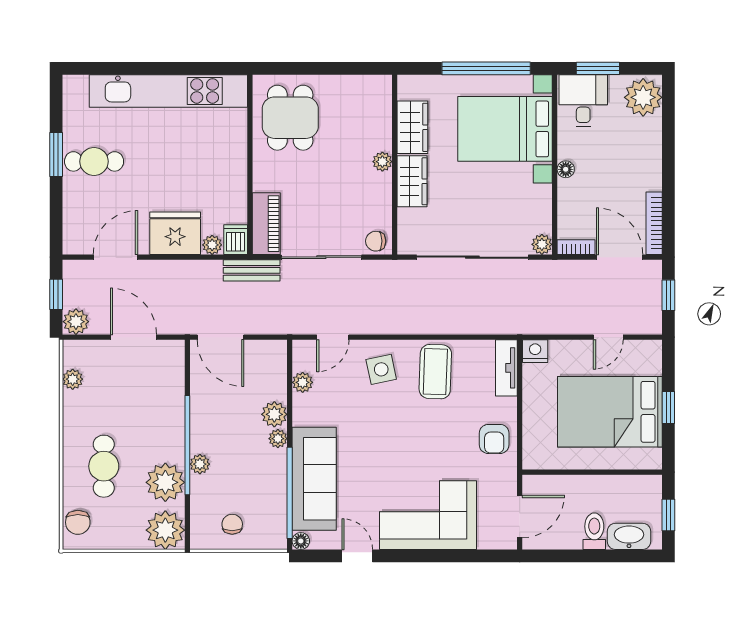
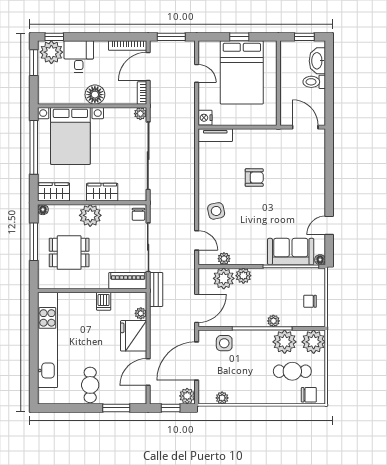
window: (331, 68) -> (34, 242), added
window: (598, 68) -> (34, 63), moved
floor lamp: (384, 83) -> (43, 210), added
desk: (583, 101) -> (79, 56), moved, turned 90
window: (668, 102) -> (54, 37), added
dining table: (290, 118) -> (69, 253), moved
wardrobe: (412, 127) -> (54, 192), moved
window: (56, 155) -> (116, 408), moved
plant: (382, 162) -> (90, 215), width x1.88, depth x1.88
floor lamp: (566, 169) -> (95, 95), width x1.89, depth x1.89
dishwasher: (236, 240) -> (104, 301), moved, turned -90
door: (115, 257) -> (148, 372), hinge flipped
window: (668, 295) -> (171, 37), width x1.50
door: (133, 337) -> (197, 361), width x1.36
coffee table: (435, 372) -> (218, 178), removed
side table: (163, 383) -> (224, 343), added
plant: (278, 439) -> (224, 278), moved, width x1.87, depth x1.87
armchair: (494, 439) -> (254, 178), moved
cafe table: (104, 466) -> (292, 371), moved
sofa: (314, 479) -> (291, 252), width x0.73
corner sofa: (428, 515) -> (304, 183), removed

